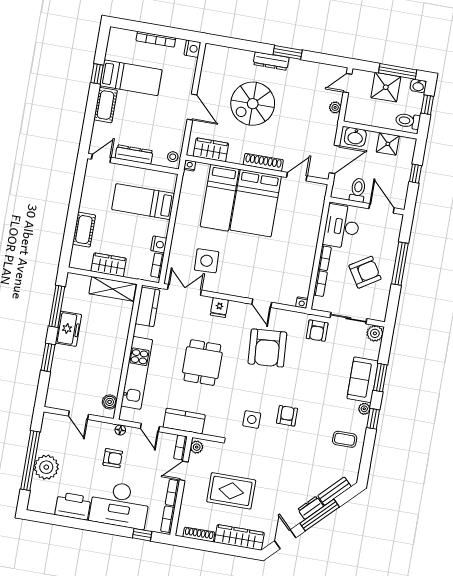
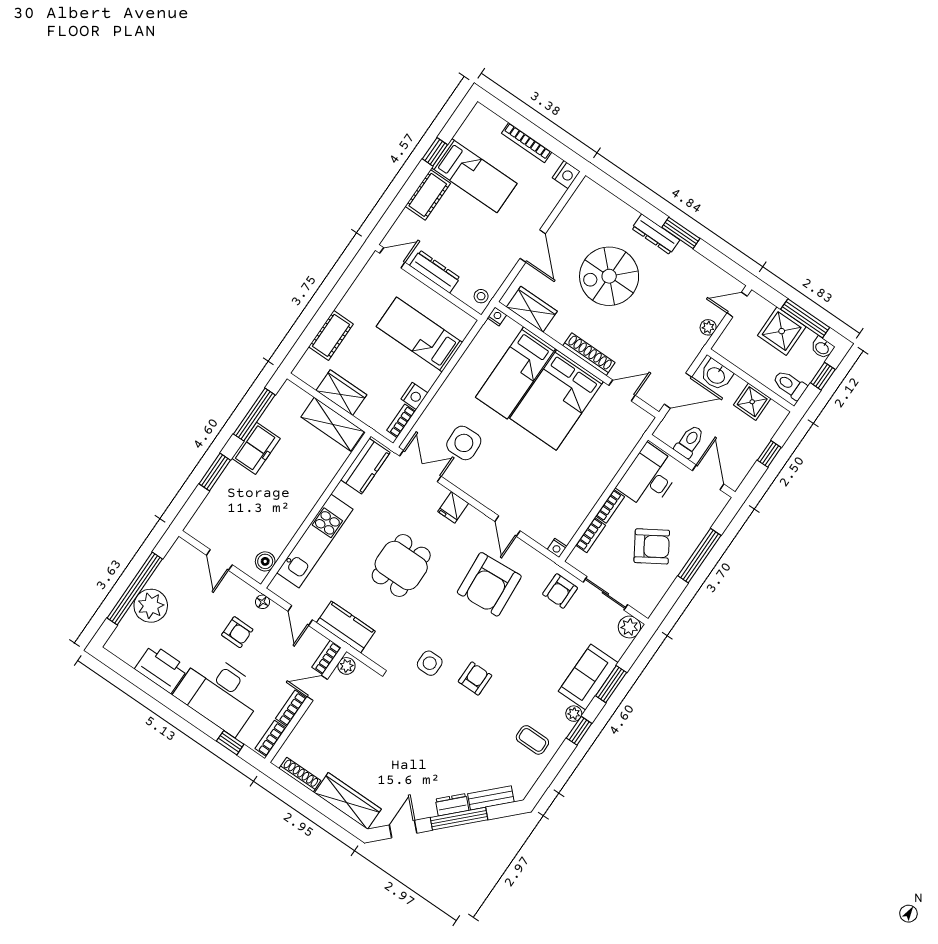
rug: (231, 491) -> (364, 739), removed

